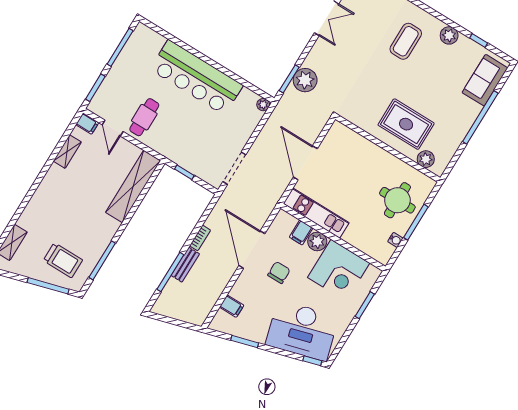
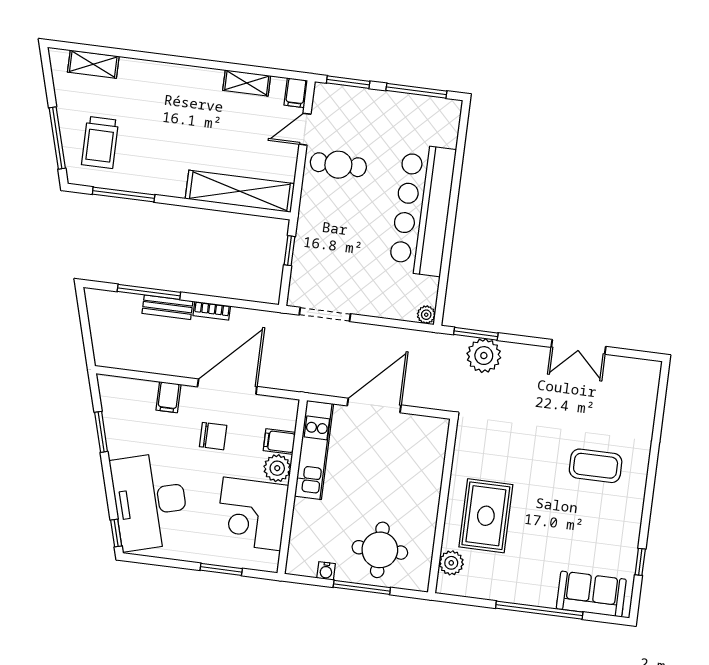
plant: (449, 35) -> (629, 520), removed
filing cabinet: (232, 306) -> (168, 397), moved

